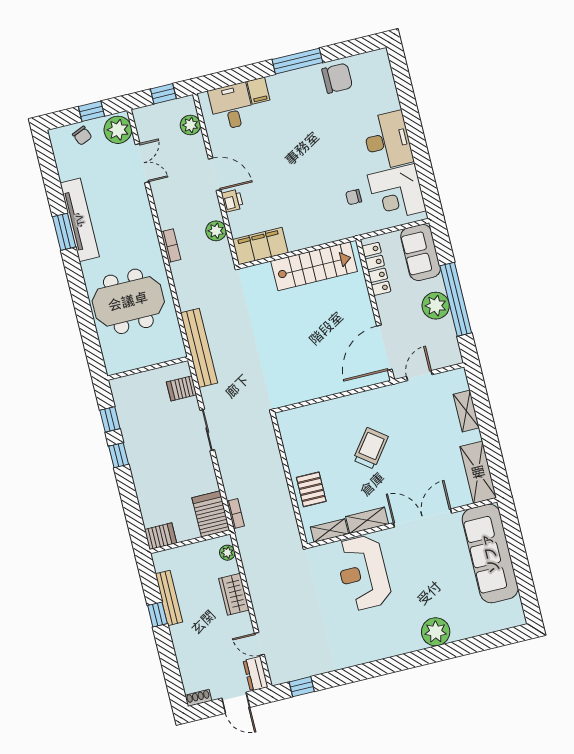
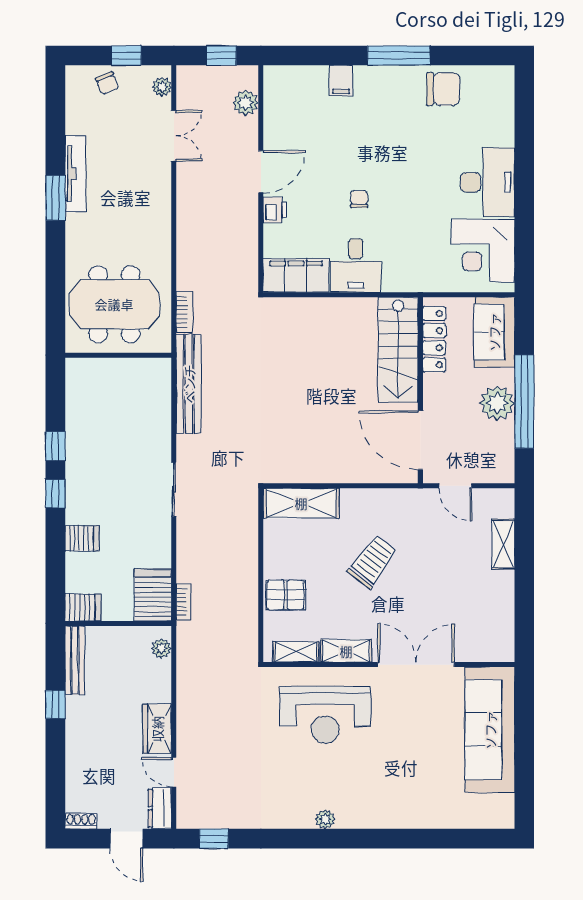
desk: (231, 107) -> (356, 265), moved, turned 180
plant: (118, 130) -> (162, 87), width x0.53, depth x0.53
door: (215, 174) -> (261, 172), hinge flipped
chair: (354, 197) -> (359, 199), moved, turned 90
tv unit: (80, 220) -> (75, 174), width x0.73, depth x0.78
plant: (216, 231) -> (245, 243), removed
bookcase: (171, 246) -> (184, 312), moved
stairs: (314, 266) -> (398, 350), moved, turned 90
door: (384, 348) -> (420, 440), hinge flipped
wall: (148, 368) -> (118, 355), moved
door: (419, 376) -> (455, 486), swing flipped
server rack: (182, 388) -> (82, 538), moved, turned 180
shelving: (478, 472) -> (301, 503), moved, turned 90
pallet: (311, 489) -> (286, 595), turned 90
reception desk: (363, 573) -> (325, 715), turned -90
wardrobe: (234, 594) -> (157, 729), moved
bench: (169, 598) -> (75, 660), moved
plant: (436, 632) -> (325, 819), moved, width x0.53, depth x0.53

